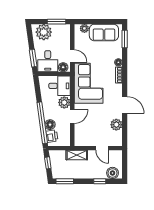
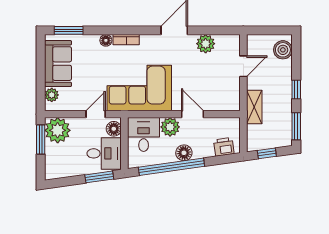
plant: (44, 32) -> (58, 130), moved
window: (42, 123) -> (171, 167), moved
floor lamp: (50, 125) -> (184, 153), moved
window: (100, 181) -> (296, 89), moved

